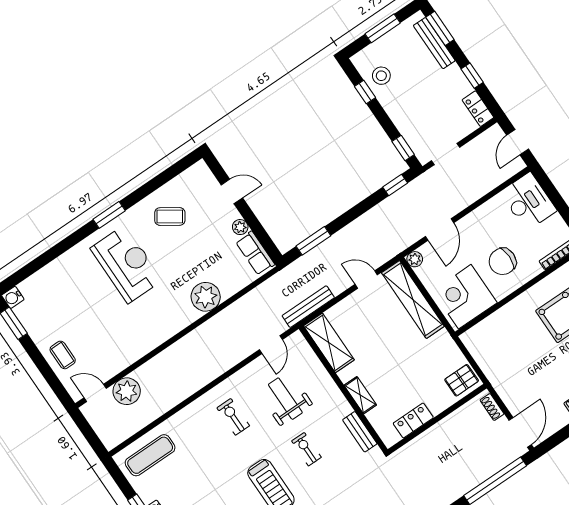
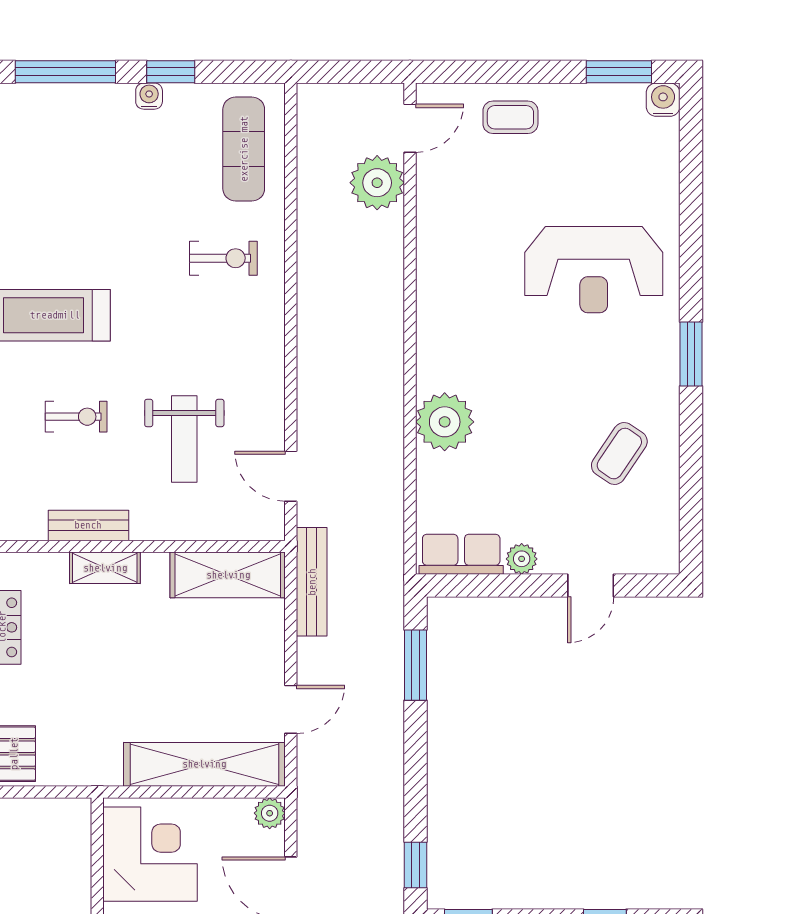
reception desk: (126, 264) -> (594, 270), moved
weight bench: (285, 399) -> (184, 439), turned 90
exercise bike: (233, 417) -> (223, 258), moved
bench: (360, 432) -> (88, 525), moved

